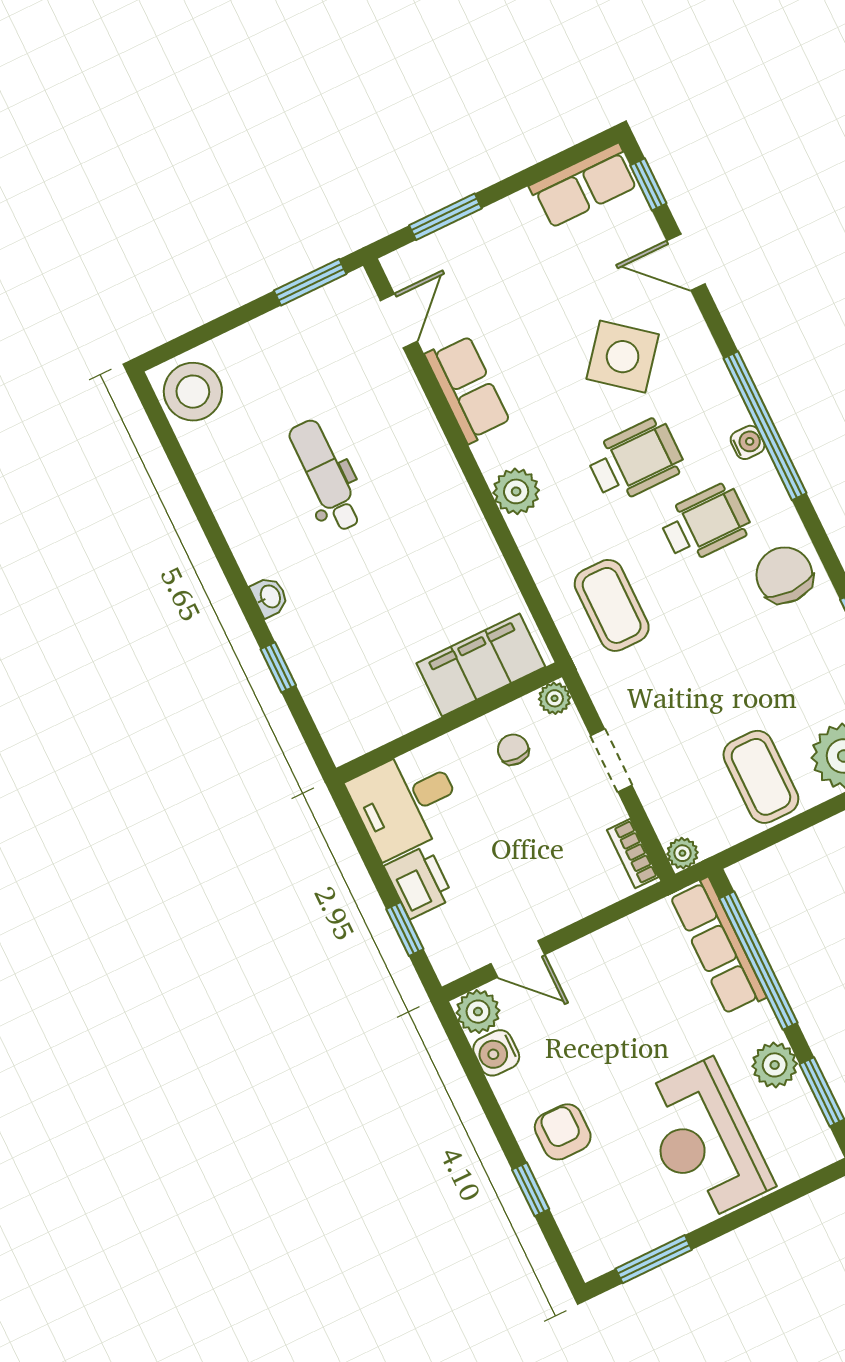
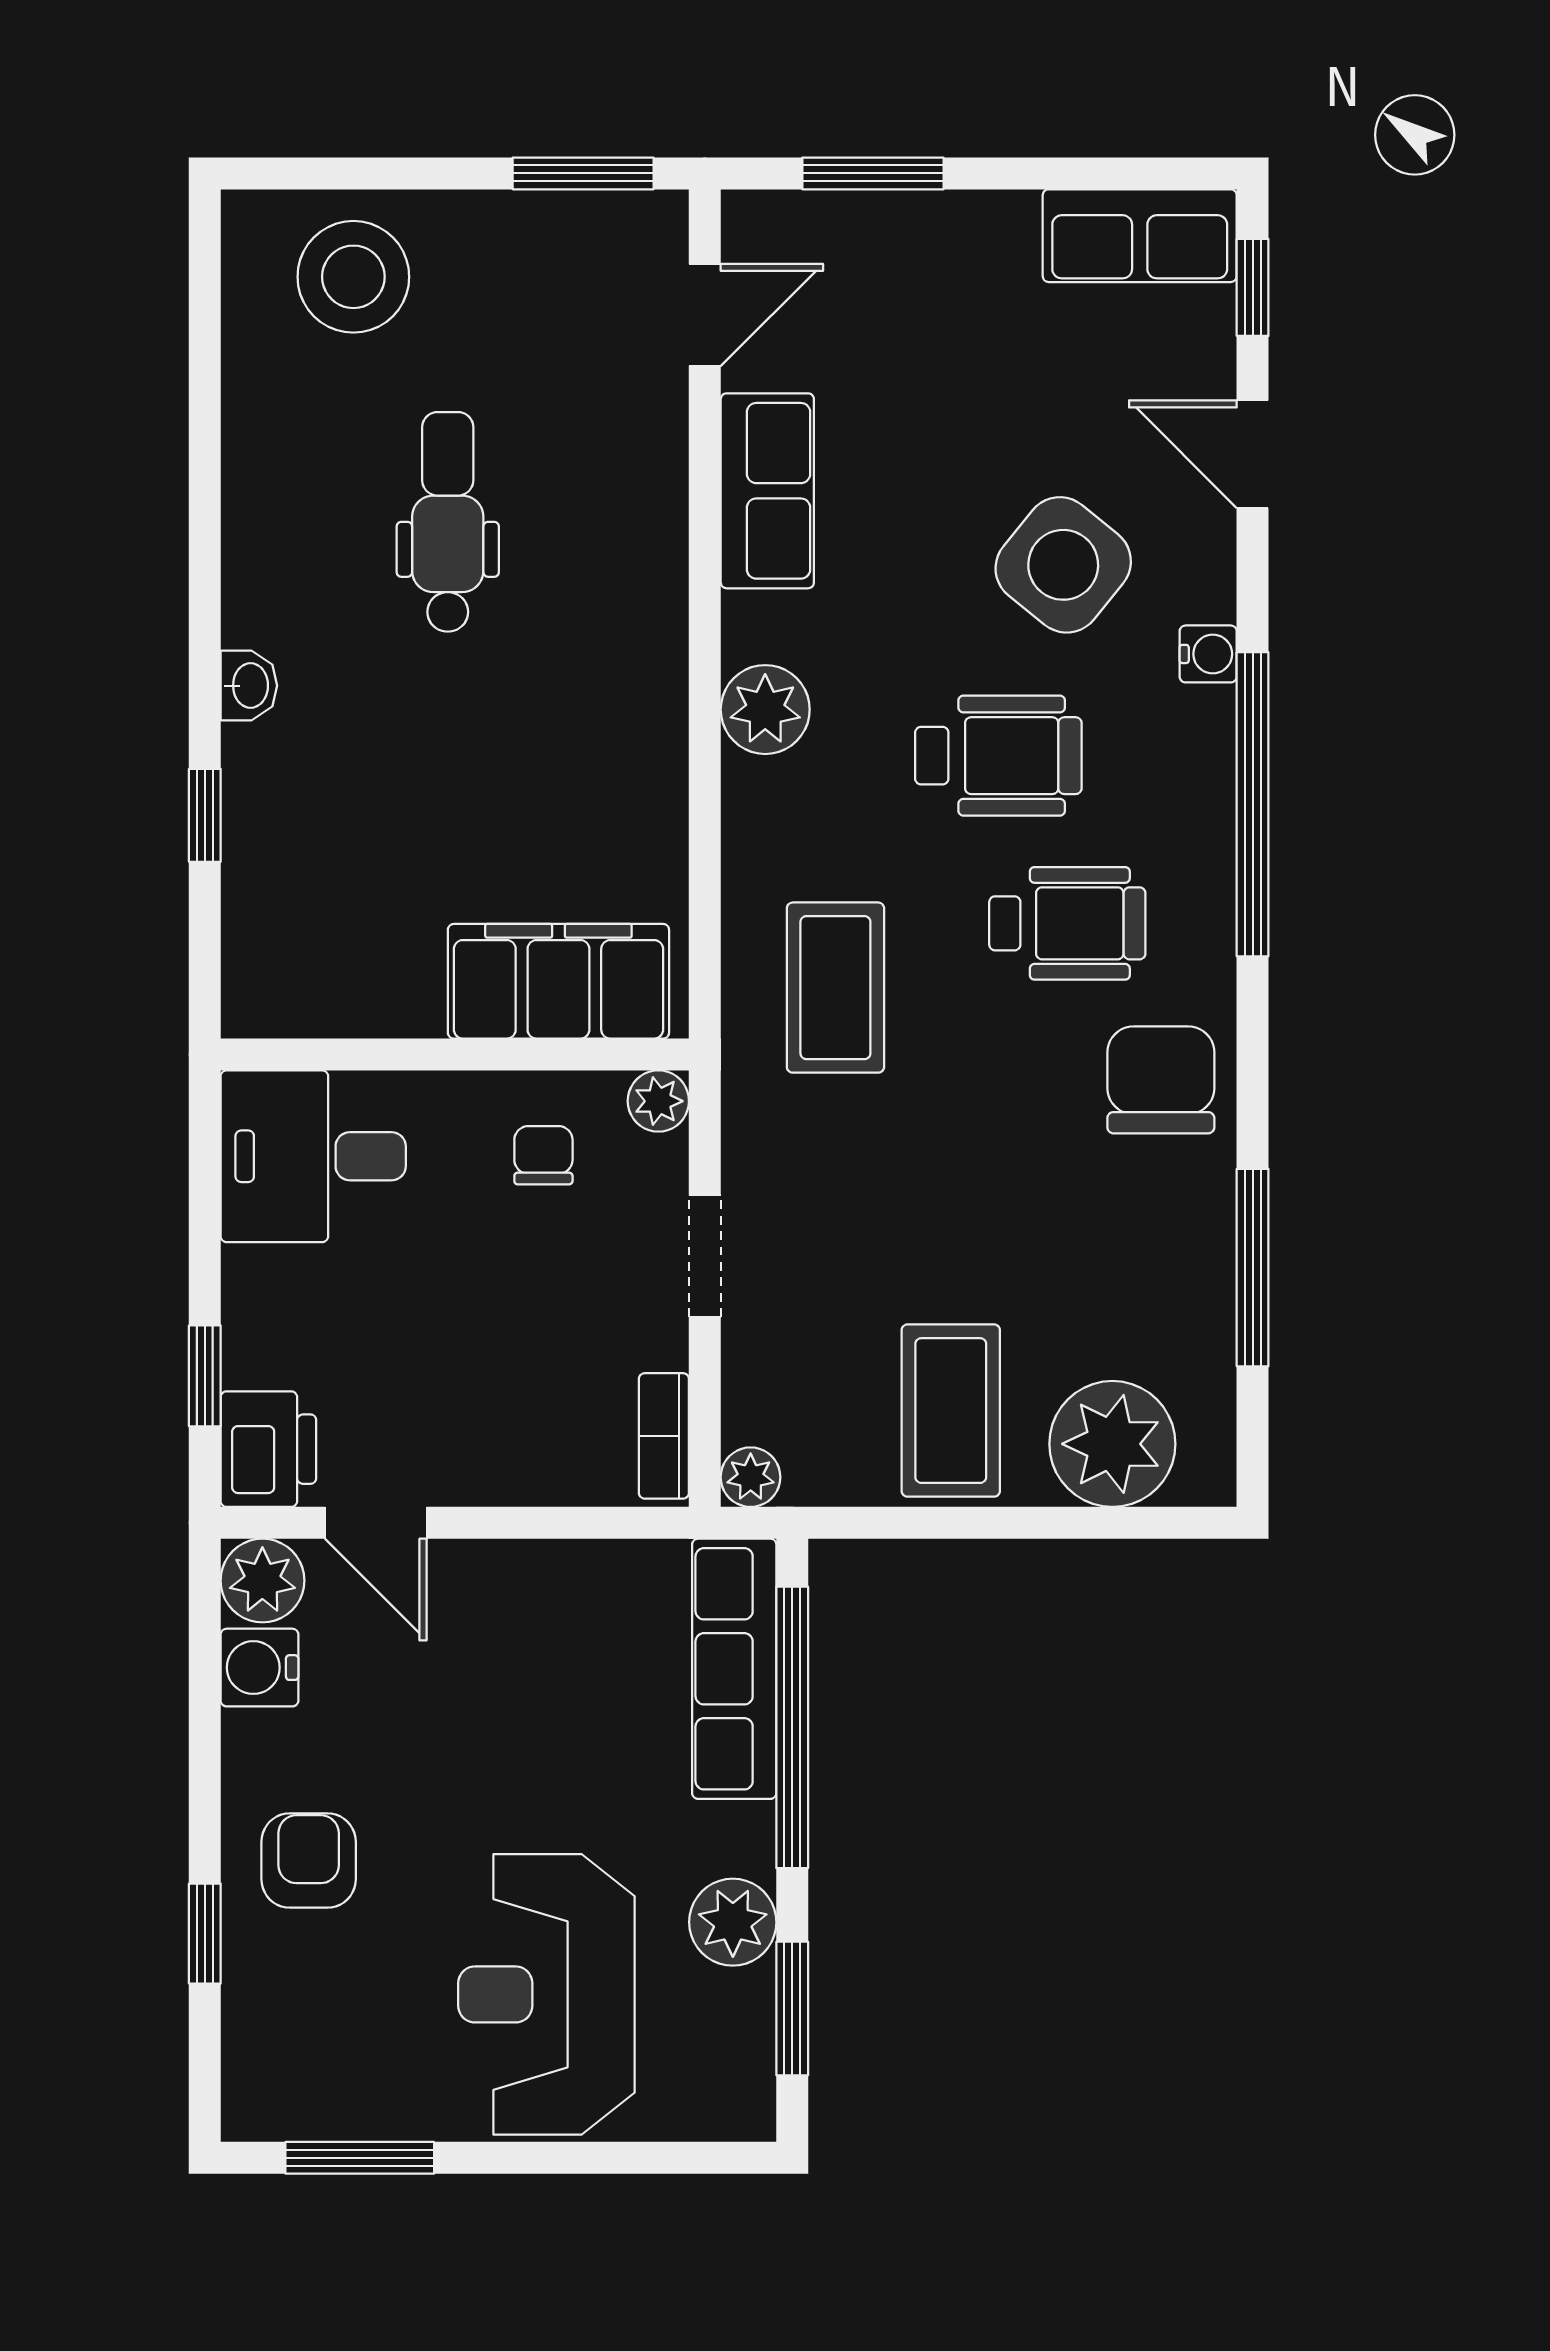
stool: (193, 392) -> (353, 277), moved
water cooler: (748, 442) -> (1208, 654), moved
printer: (419, 882) -> (268, 1449), moved

